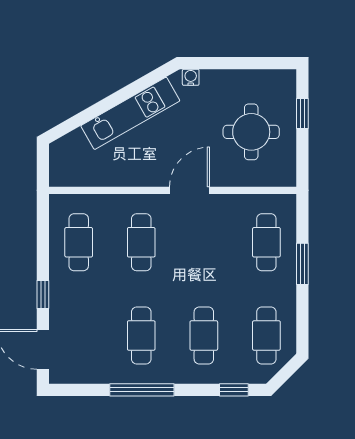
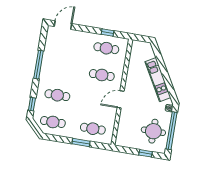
window: (241, 63) -> (172, 131), added
round table: (251, 132) -> (153, 131), moved
door: (190, 190) -> (121, 99), swing flipped
window: (43, 294) -> (107, 33), moved
cafe table: (141, 335) -> (62, 68), removed

